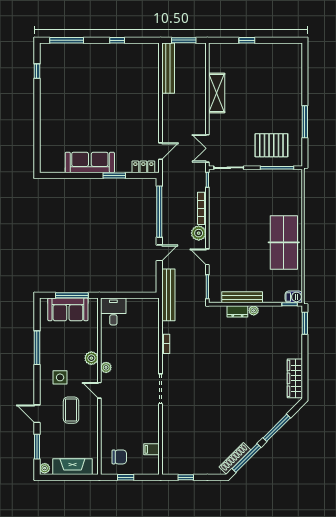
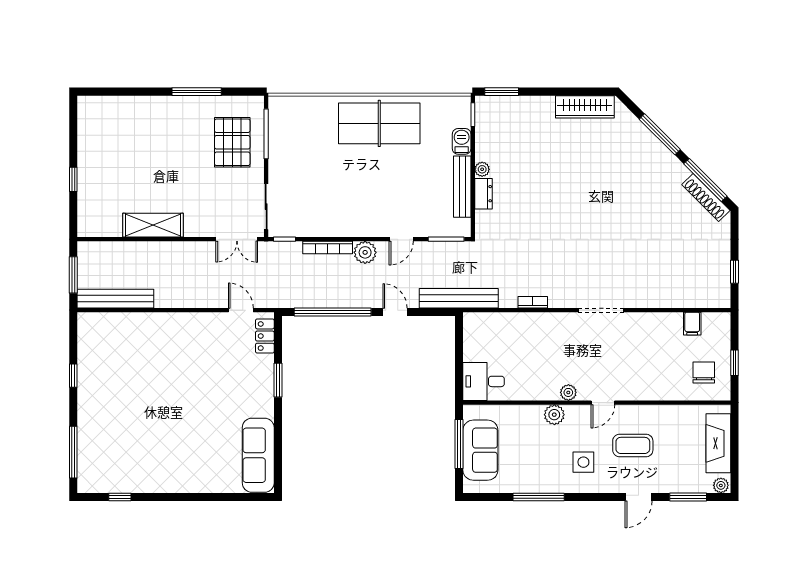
sofa: (90, 162) -> (258, 455), moved
barbecue: (294, 297) -> (462, 141), moved

